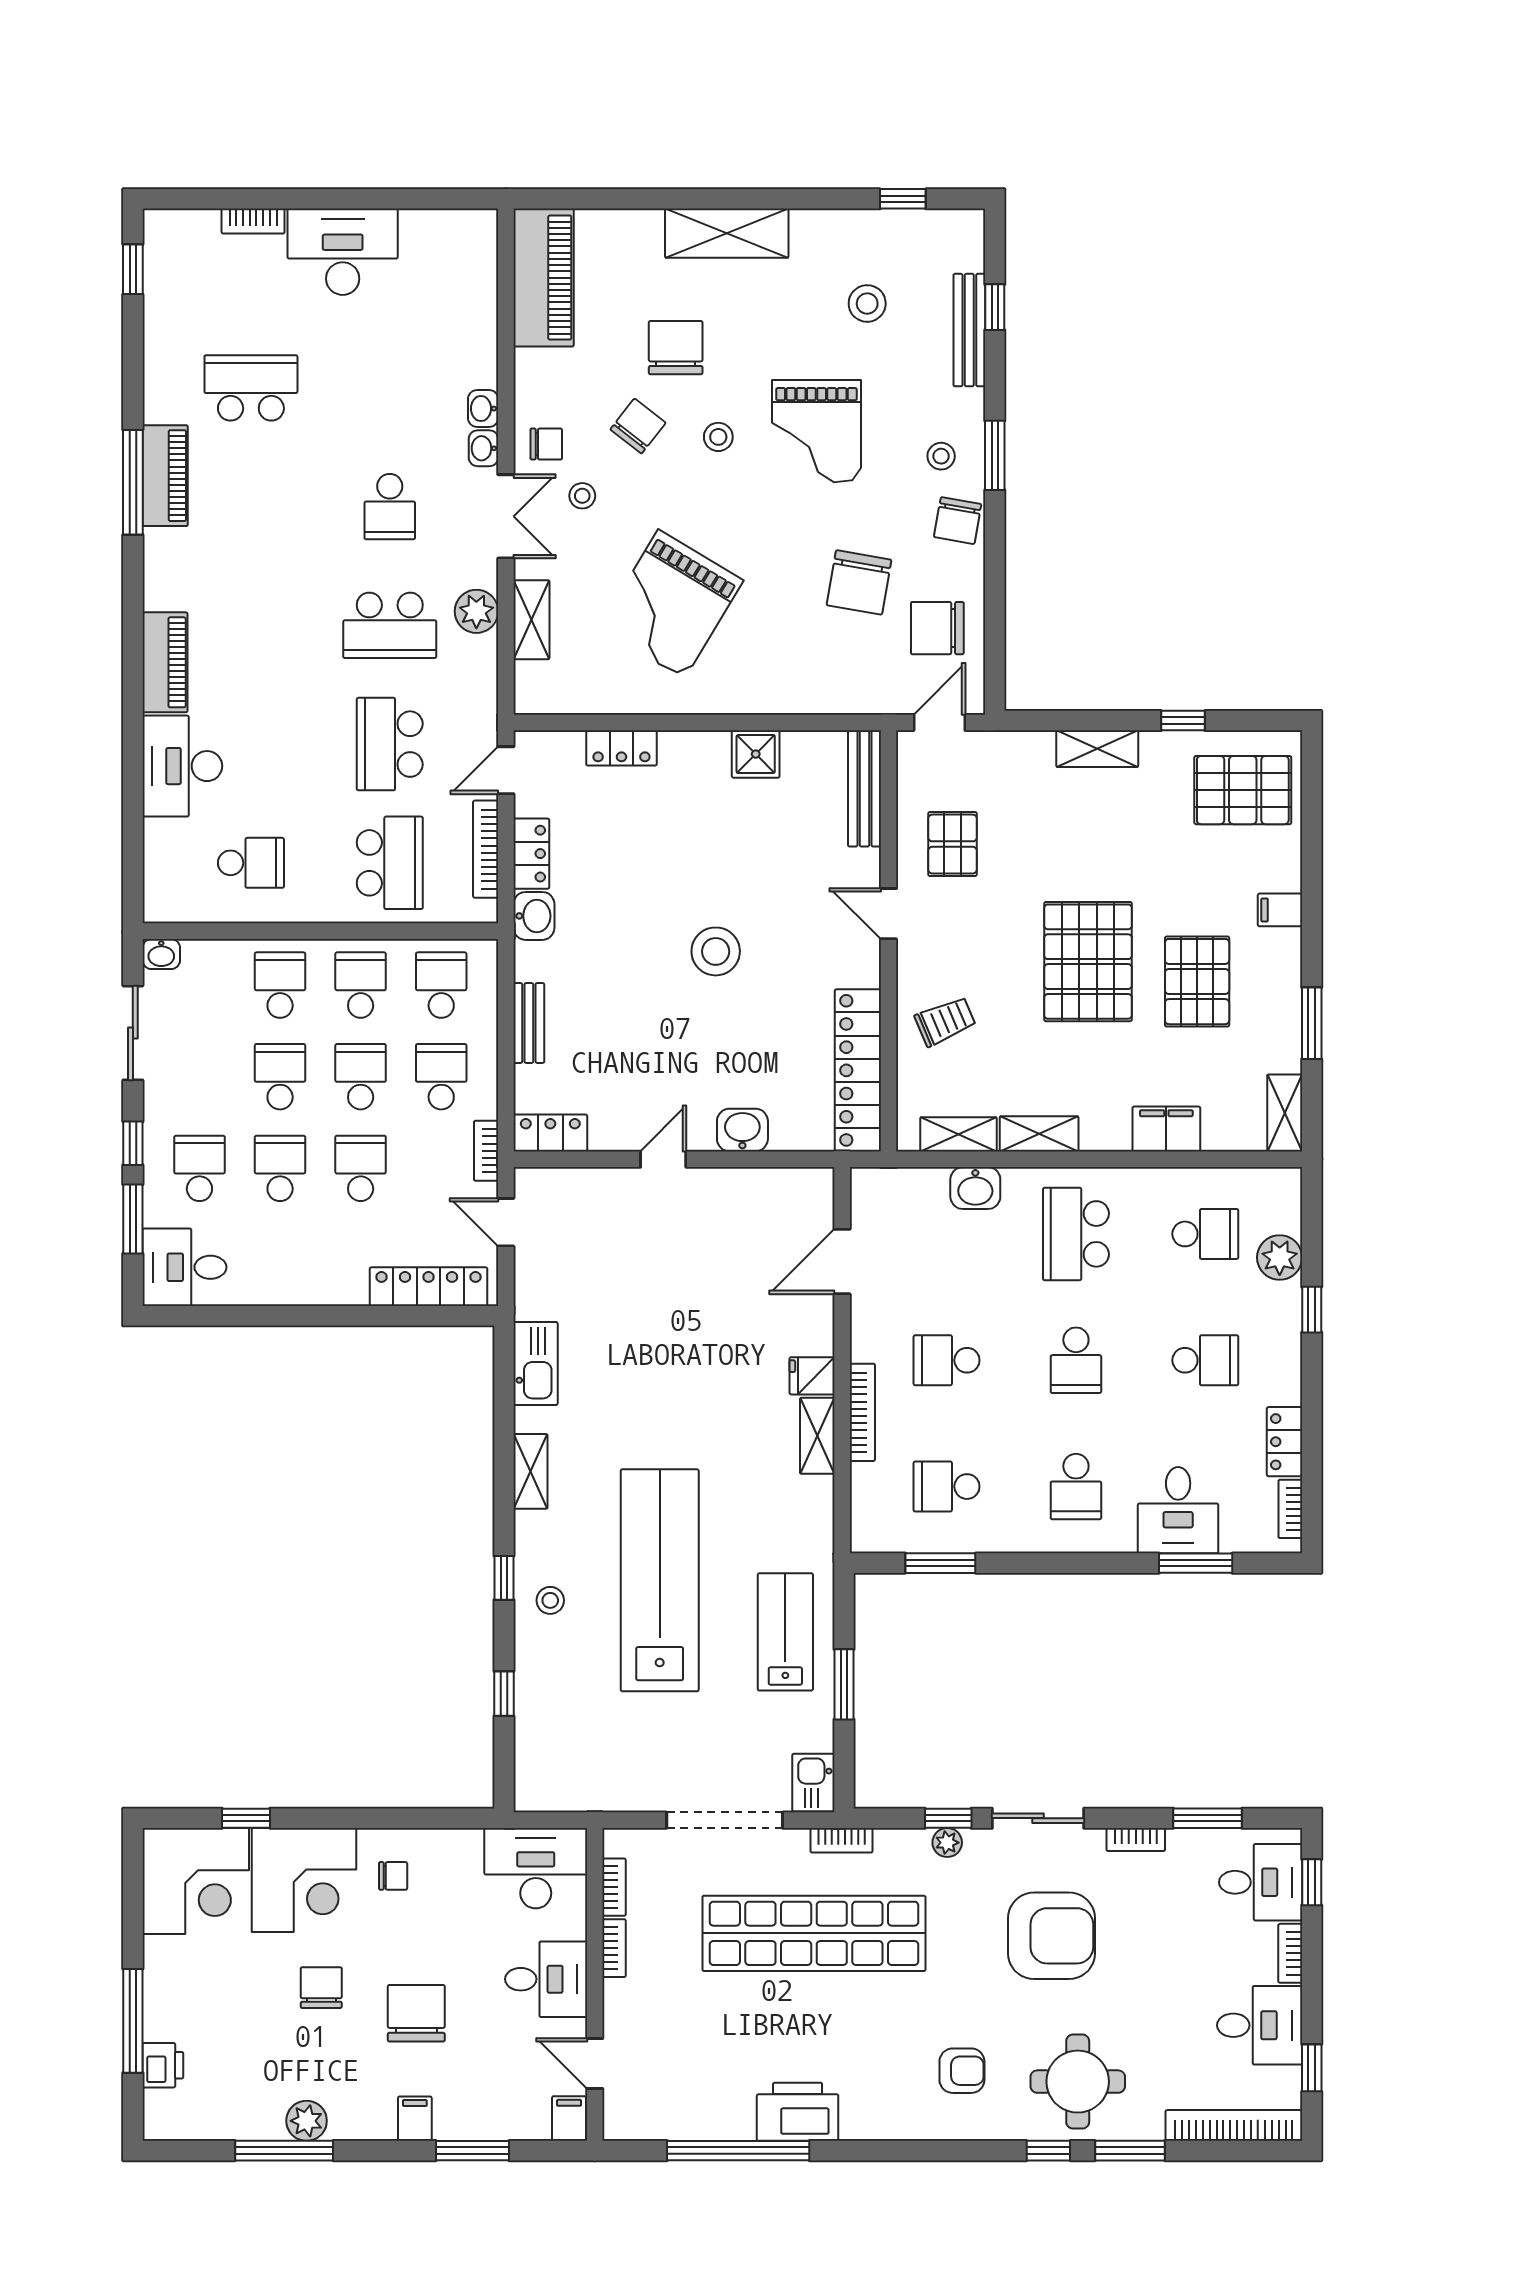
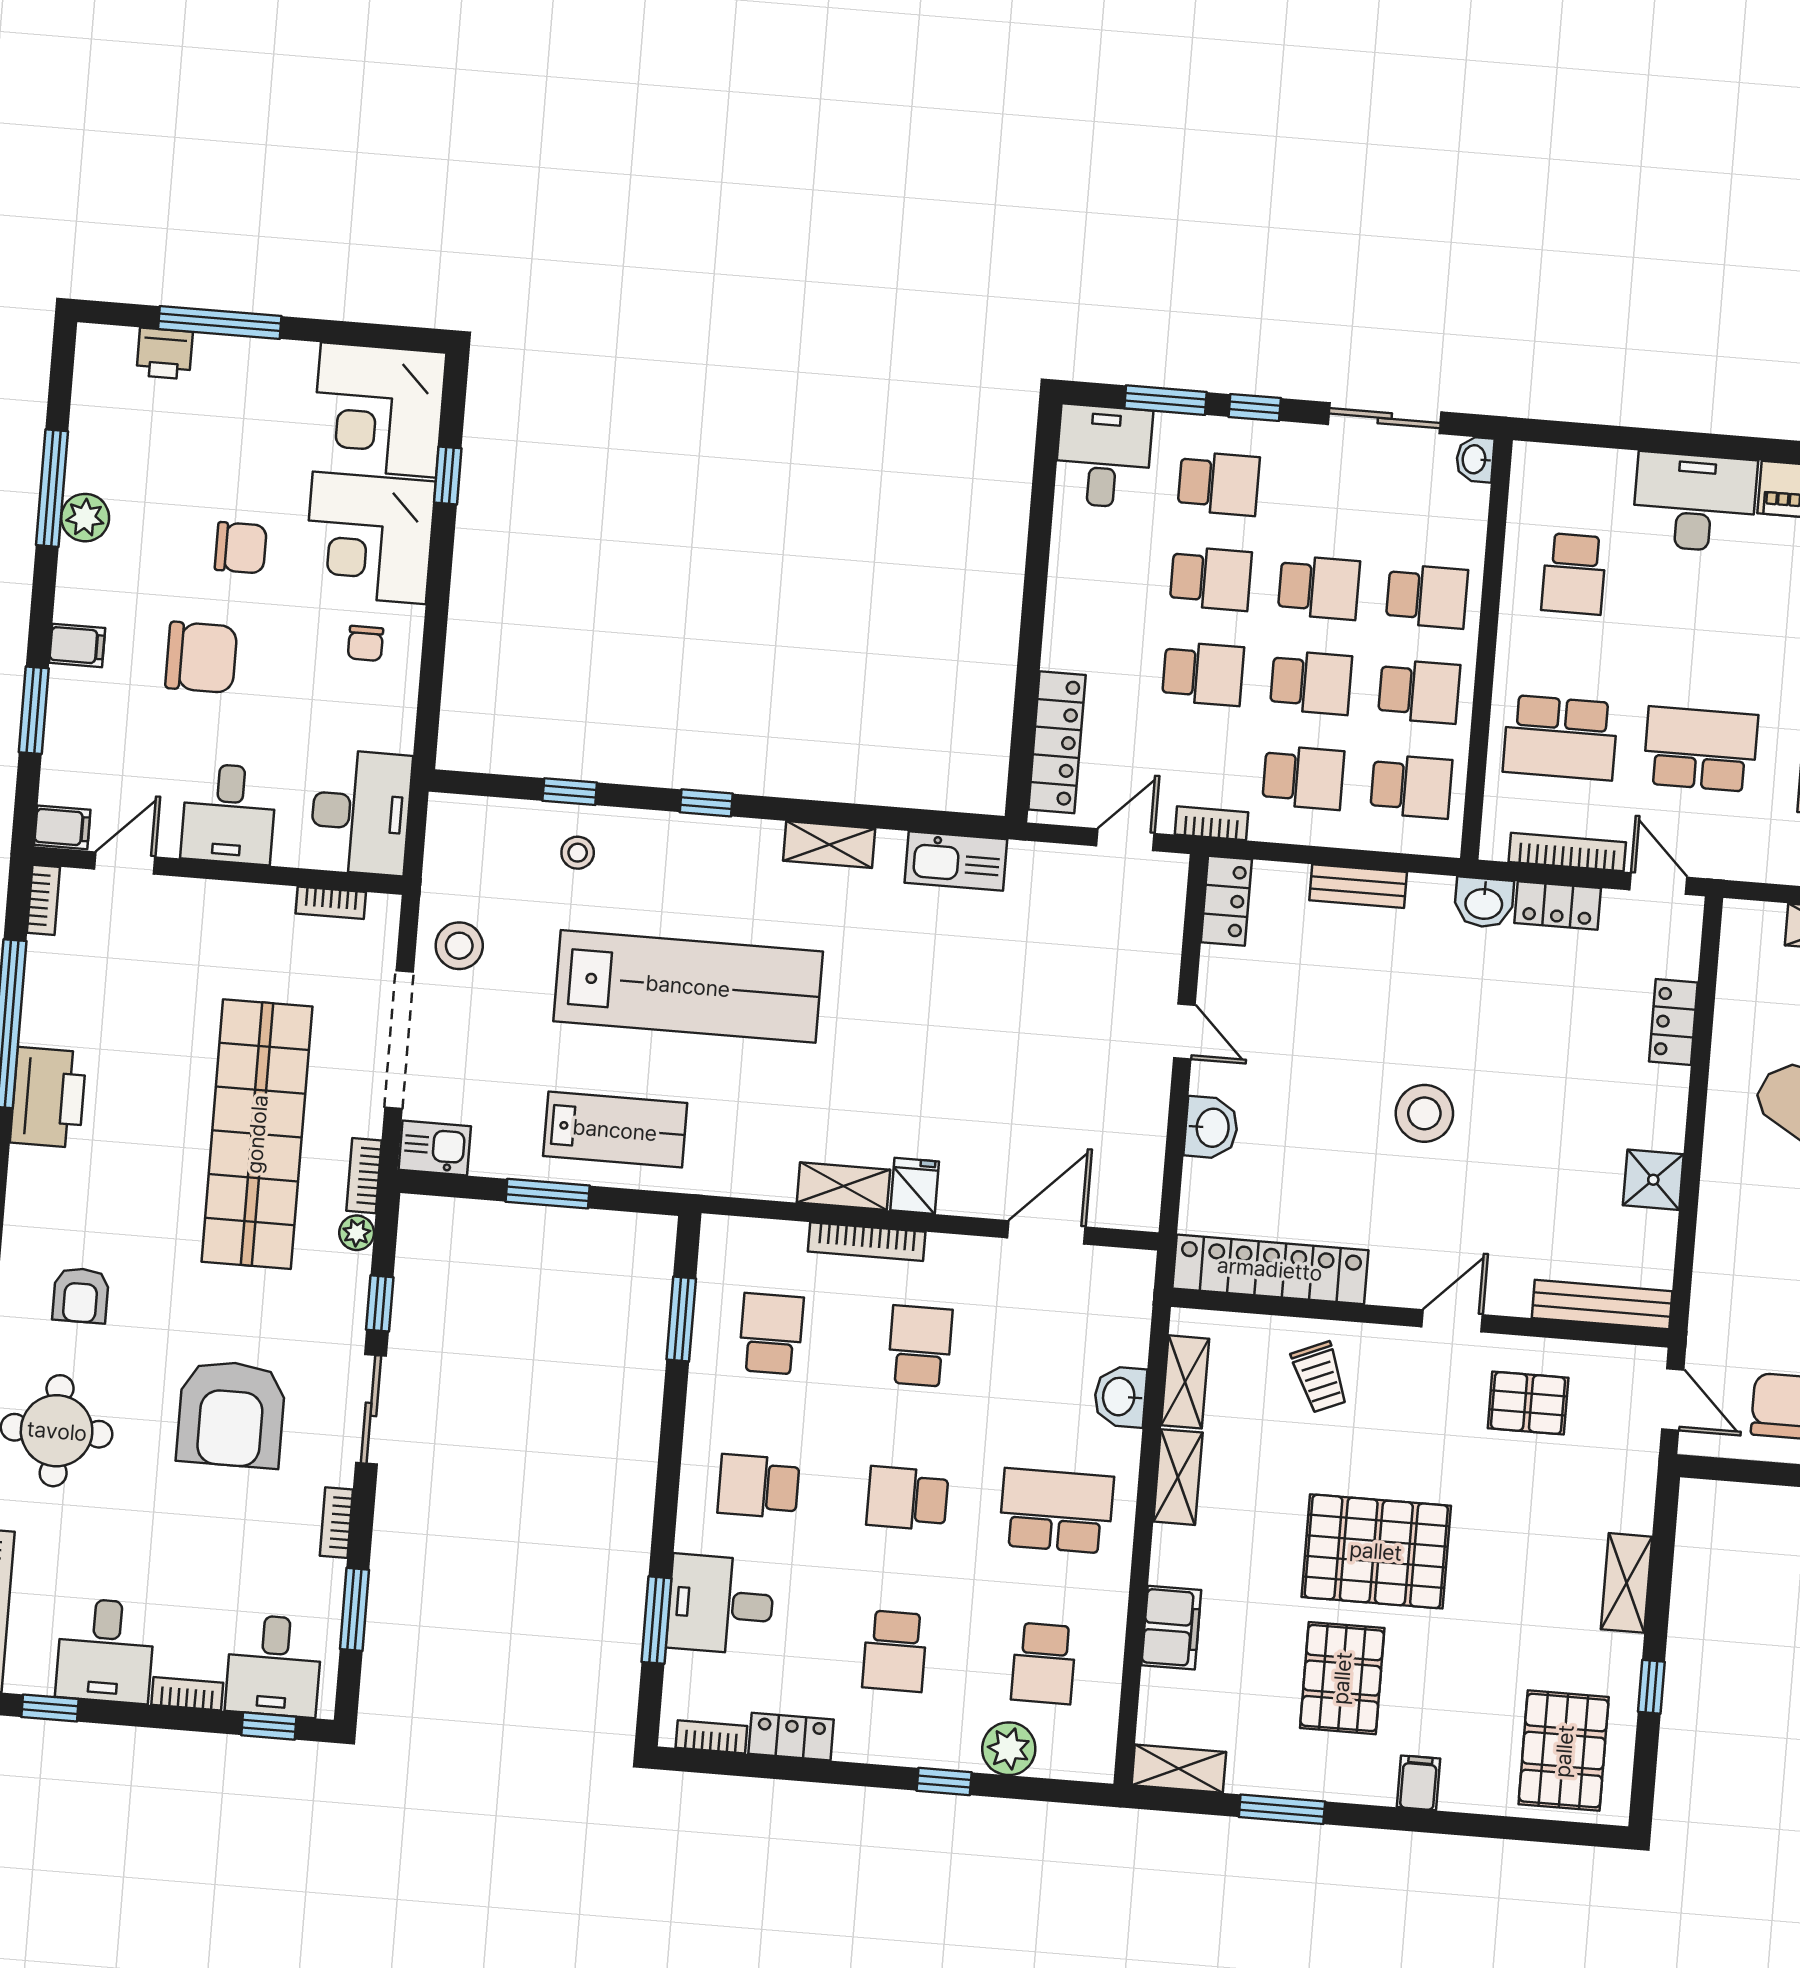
pallet: (1197, 982) -> (1342, 1678), turned 90
door: (842, 1262) -> (1046, 1232), hinge flipped
stool: (550, 1600) -> (578, 853), moved
stool: (641, 1776) -> (459, 946), added
plant: (947, 1843) -> (357, 1233), moved
bookcase: (614, 1948) -> (43, 900), moved, turned -90

